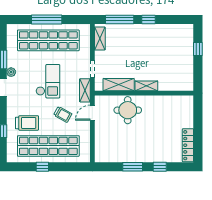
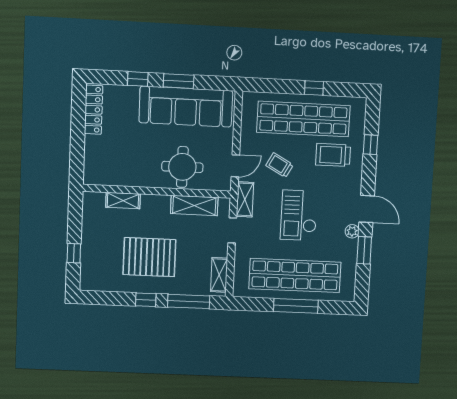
pallet: (147, 49) -> (149, 257), added
shelving: (146, 86) -> (123, 201), moved
sofa: (127, 150) -> (186, 107), added

